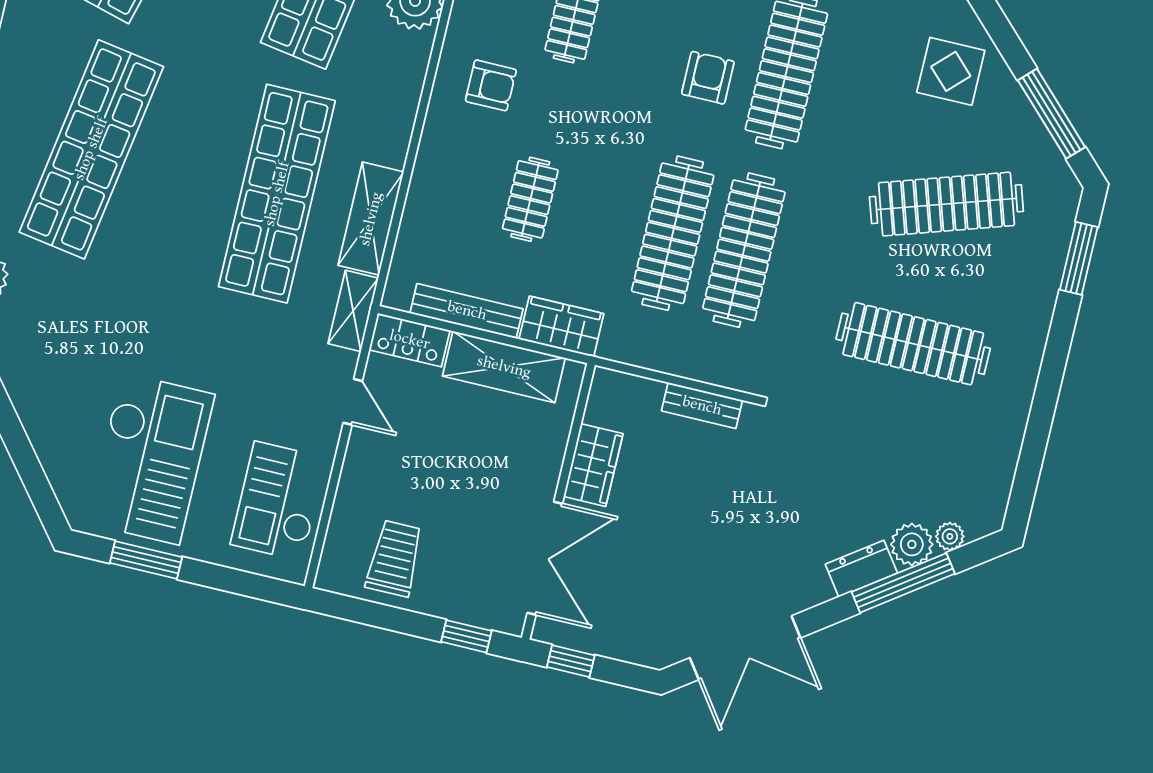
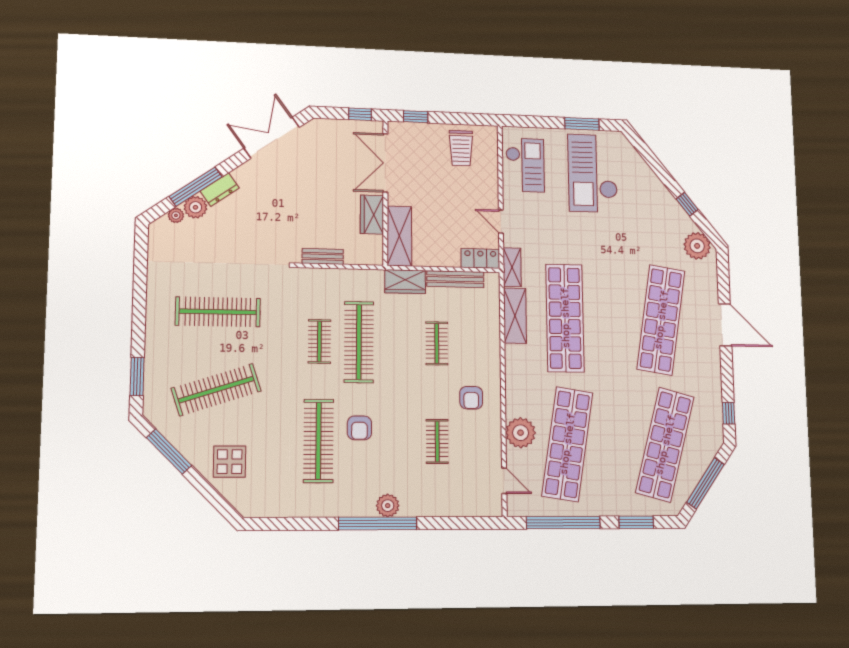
armchair: (491, 85) -> (471, 398), turned -90
clothes rail: (744, 250) -> (319, 341), width x0.54, depth x0.76
shelving: (504, 367) -> (399, 236), moved, turned 90

